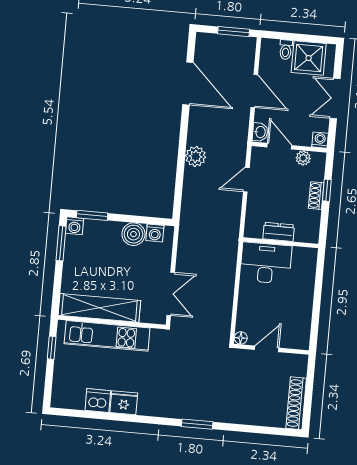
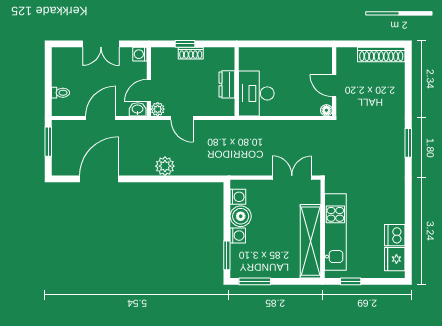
shower: (309, 58) -> (66, 71), removed
plant: (303, 158) -> (158, 109), moved
washing machine: (75, 226) -> (238, 236), moved
fridge: (124, 403) -> (395, 259), moved

